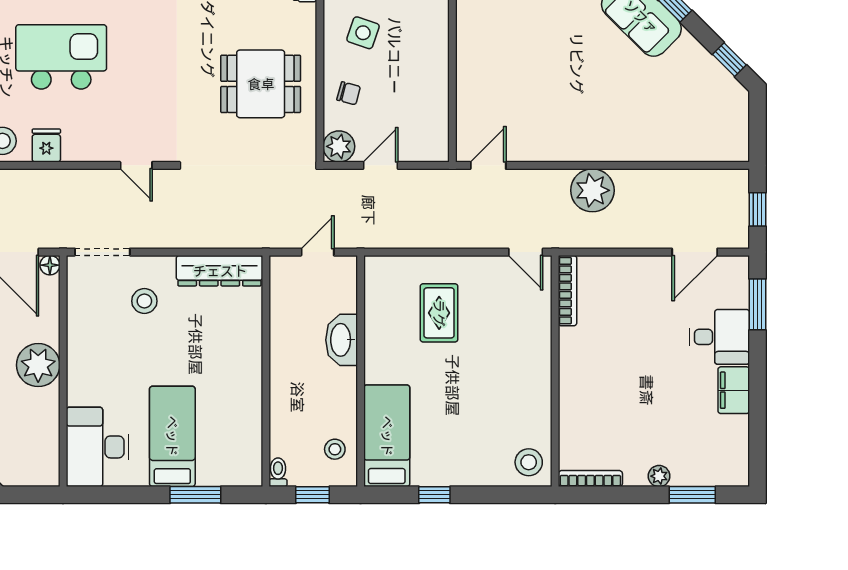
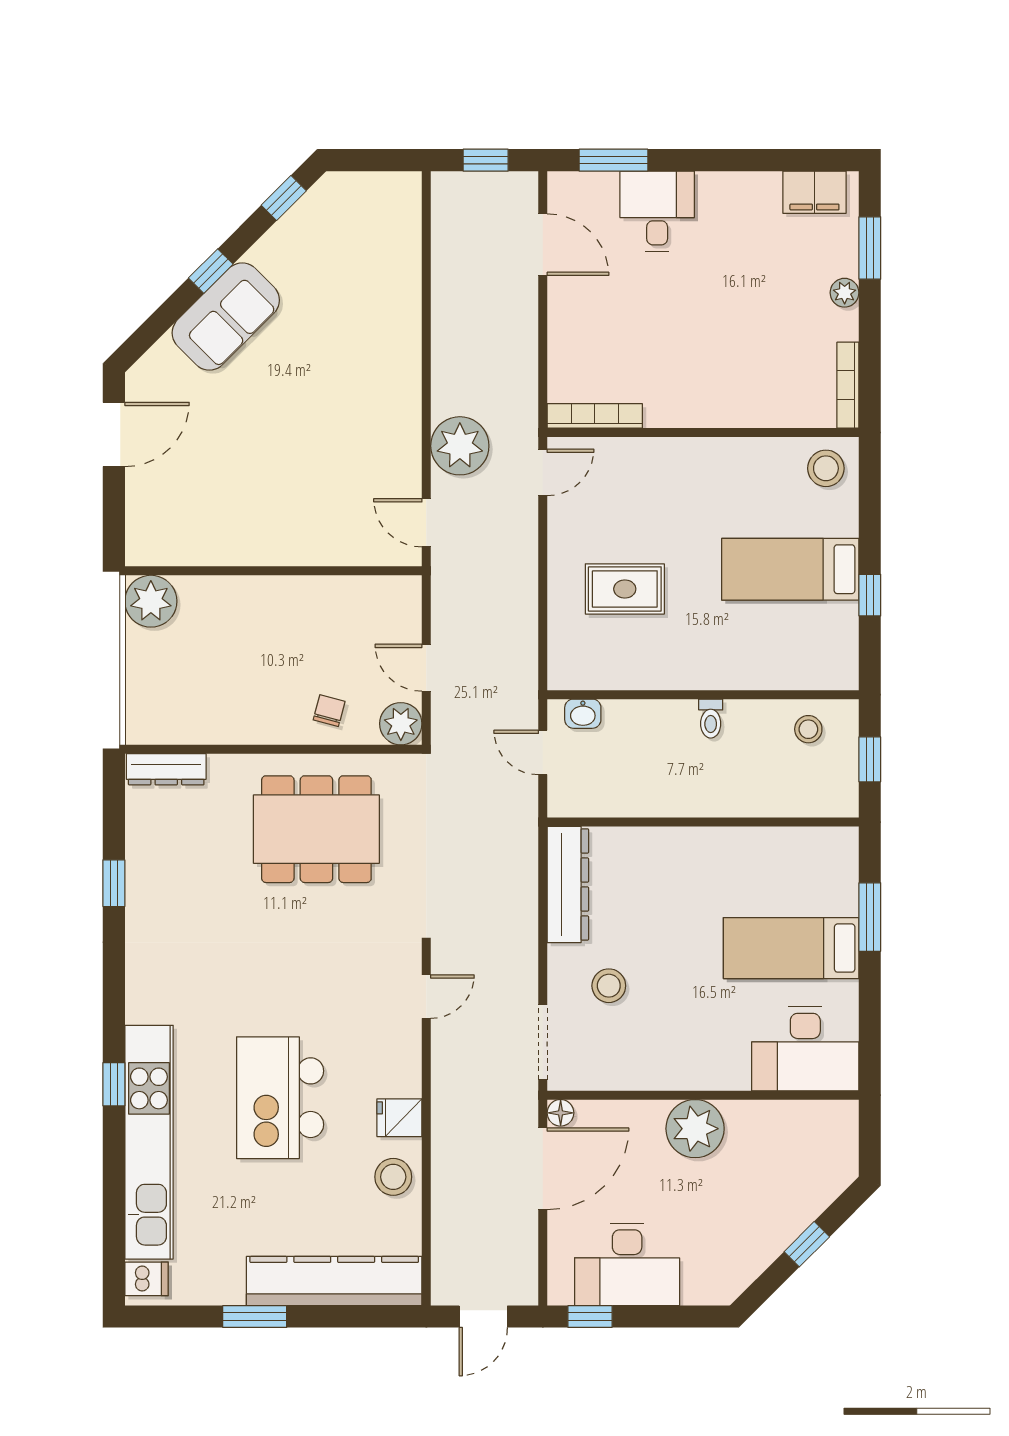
side table: (363, 33) -> (248, 691), removed
dining table: (261, 84) -> (316, 829), width x1.38
plant: (592, 190) -> (460, 446), moved
washbasin: (342, 340) -> (583, 714), moved, width x0.52, depth x0.69
filing cabinet: (734, 390) -> (814, 192), moved
bed: (387, 436) -> (790, 569), moved
toilet: (278, 472) -> (711, 719), moved, turned -90

